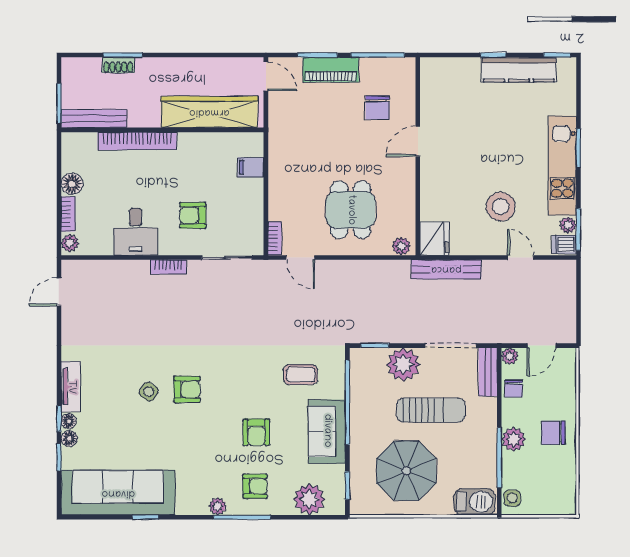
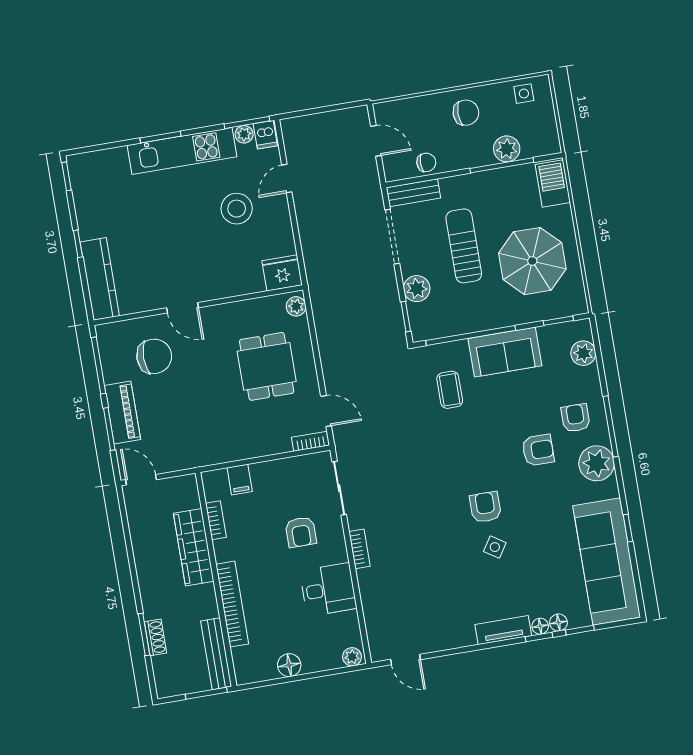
kitchen counter: (519, 70) -> (100, 279), moved
door: (266, 76) -> (141, 480), hinge flipped
chair: (377, 108) -> (154, 356), width x1.37, depth x1.37
wardrobe: (209, 112) -> (194, 547), width x0.71, depth x0.85
dining table: (351, 210) -> (267, 366), turned 90
bookcase: (68, 214) -> (216, 520), moved, turned 90
door: (300, 258) -> (326, 411), hinge flipped
bench: (446, 269) -> (313, 255), removed
plant: (510, 356) -> (393, 172), removed
plant: (403, 364) -> (417, 289), width x0.73, depth x0.73
armchair: (256, 432) -> (538, 450), moved
chair: (553, 433) -> (466, 113), turned -90
plant: (514, 439) -> (507, 149), moved
side table: (512, 498) -> (524, 94), moved
plant: (309, 499) -> (583, 353), width x0.73, depth x0.73
plant: (218, 506) -> (597, 463), width x1.88, depth x1.88

